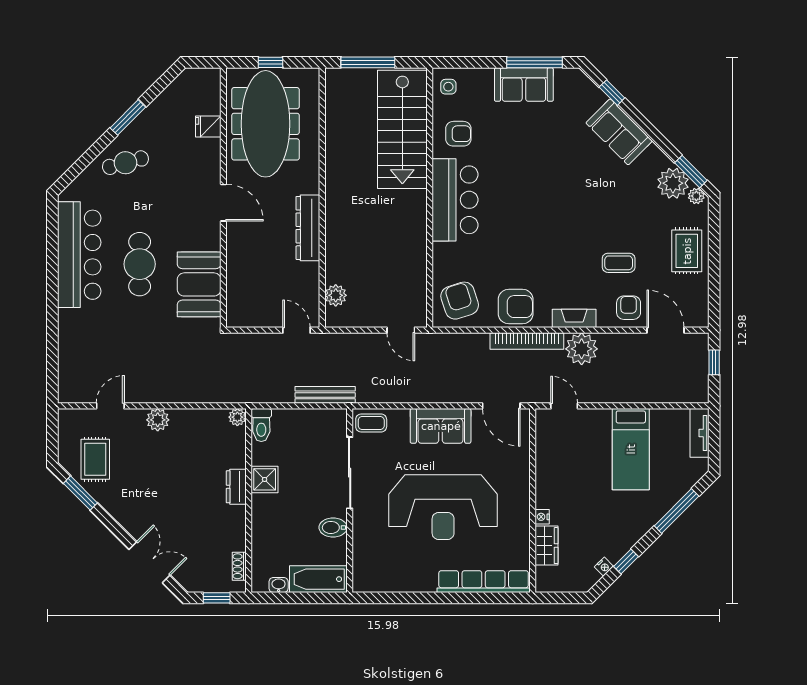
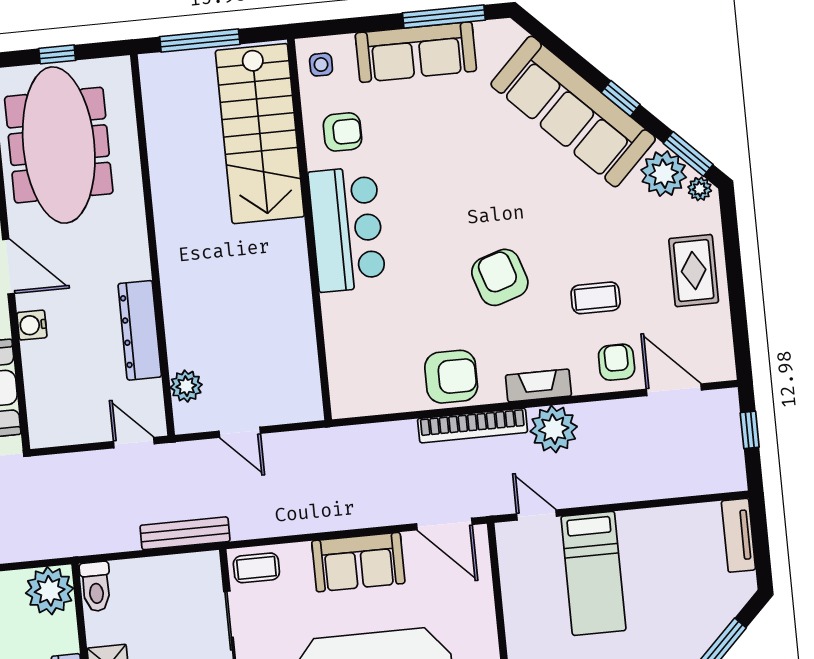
sofa: (524, 85) -> (416, 52), width x1.36
window: (612, 93) -> (621, 98), moved
sofa: (619, 132) -> (573, 111), width x1.85, depth x1.27
dresser: (308, 228) -> (140, 330), moved
water cooler: (235, 244) -> (32, 325), added
armchair: (460, 301) -> (500, 277), moved
door: (401, 330) -> (240, 432), moved
plant: (237, 417) -> (50, 591), width x1.87, depth x1.87
bed: (631, 449) -> (593, 573), moved

